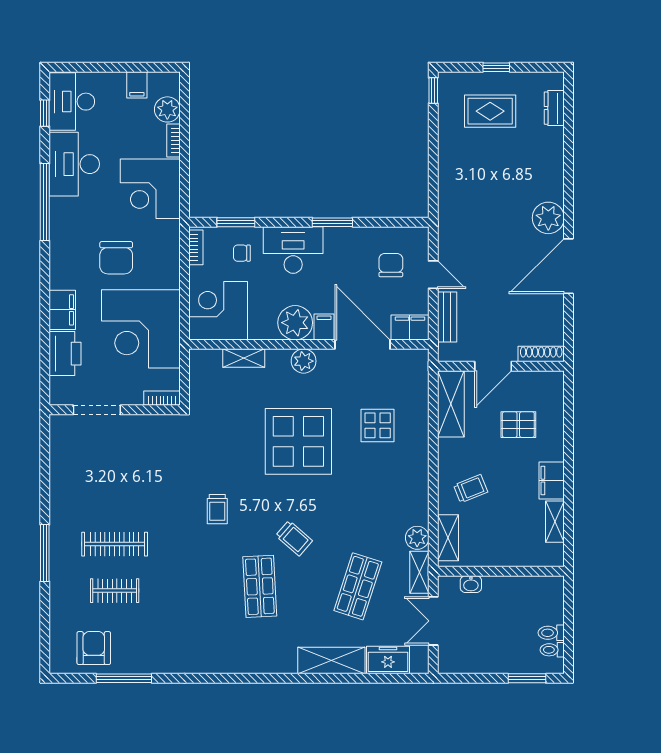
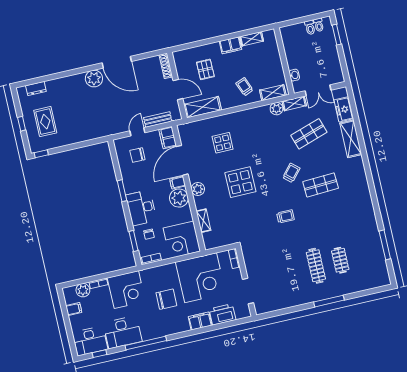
display table: (298, 441) -> (240, 182), width x0.73, depth x0.73
shop shelf: (358, 586) -> (309, 134), turned -36
armchair: (94, 648) -> (373, 264), removed

